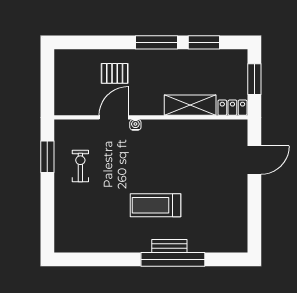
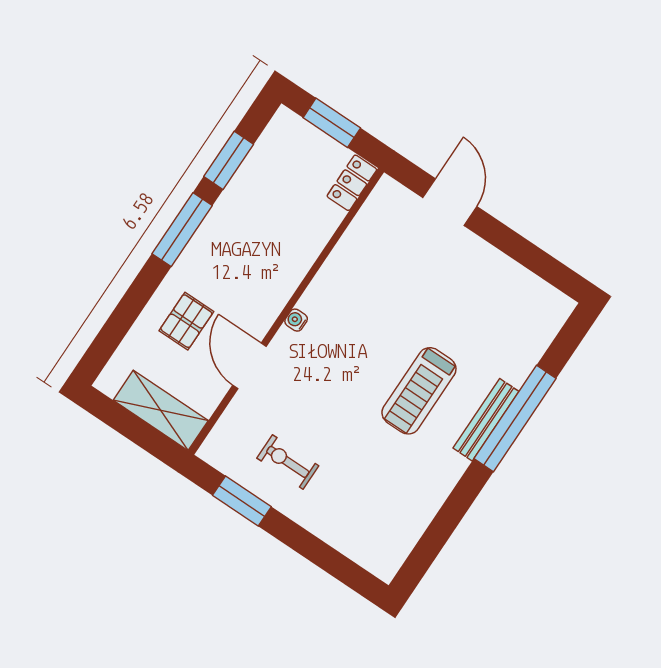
shelving: (190, 105) -> (161, 410), moved, turned 90
water cooler: (135, 125) -> (296, 320), moved
bench: (169, 246) -> (486, 420), width x1.36

